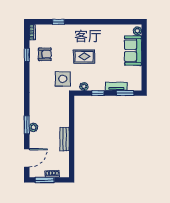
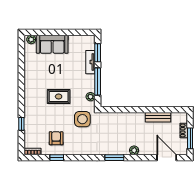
rug: (84, 57) -> (59, 97), turned 90
window: (98, 93) -> (98, 82), width x2.17
window: (27, 125) -> (114, 158), moved
bench: (65, 139) -> (158, 117), moved

